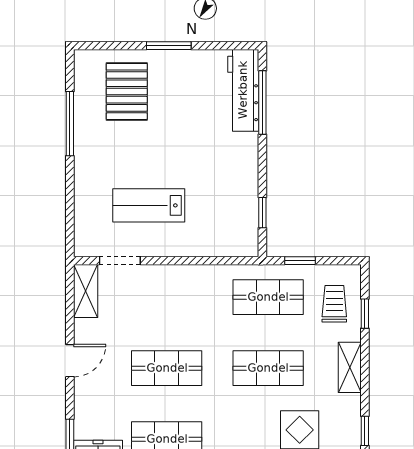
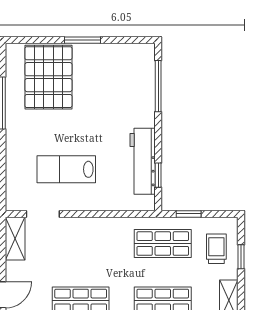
workbench: (243, 90) -> (143, 161), moved
pallet: (127, 91) -> (48, 77), width x1.37, depth x1.41

